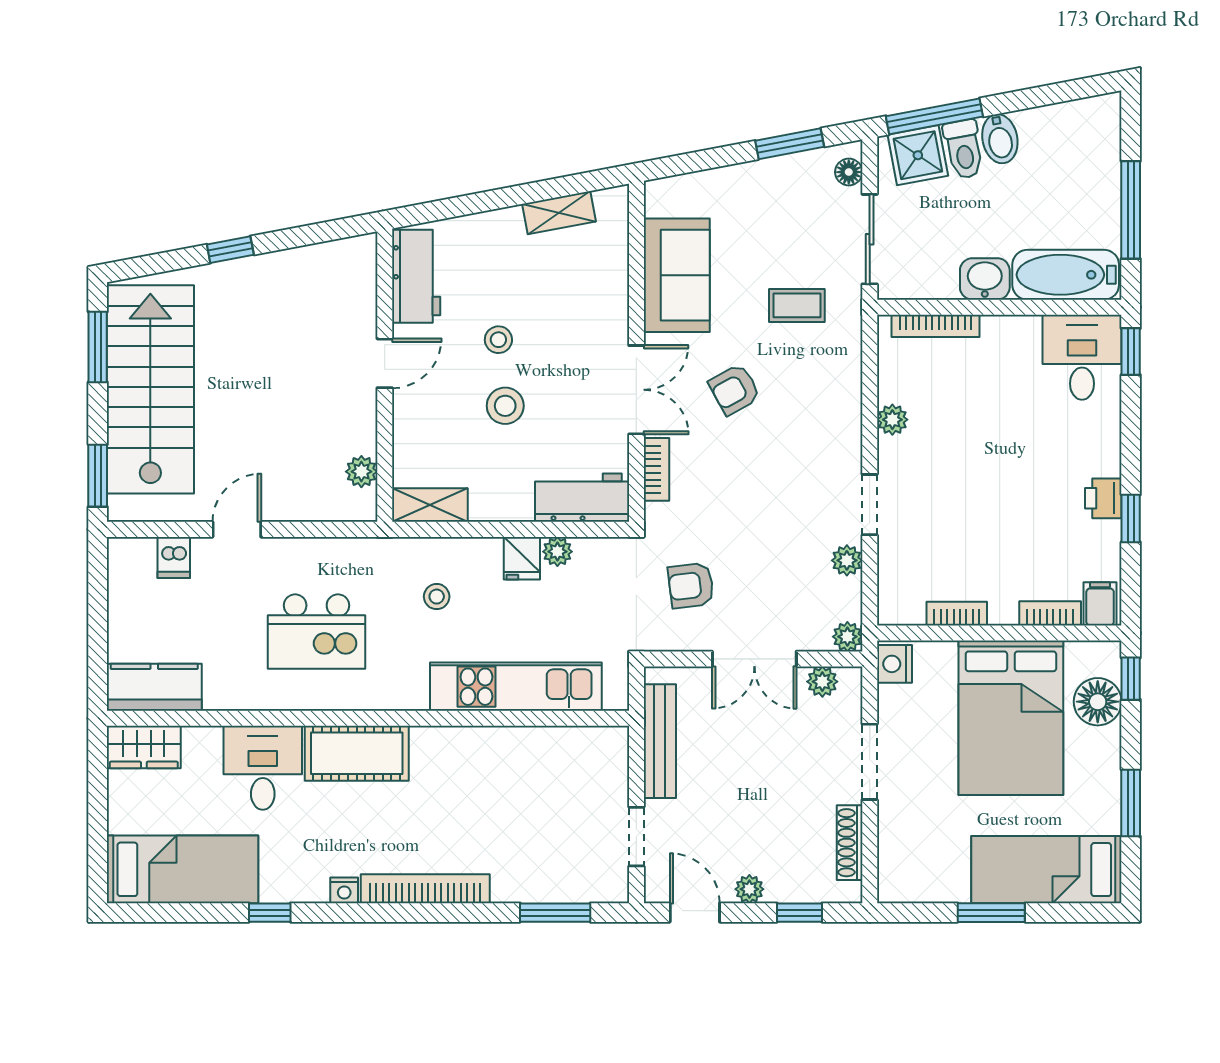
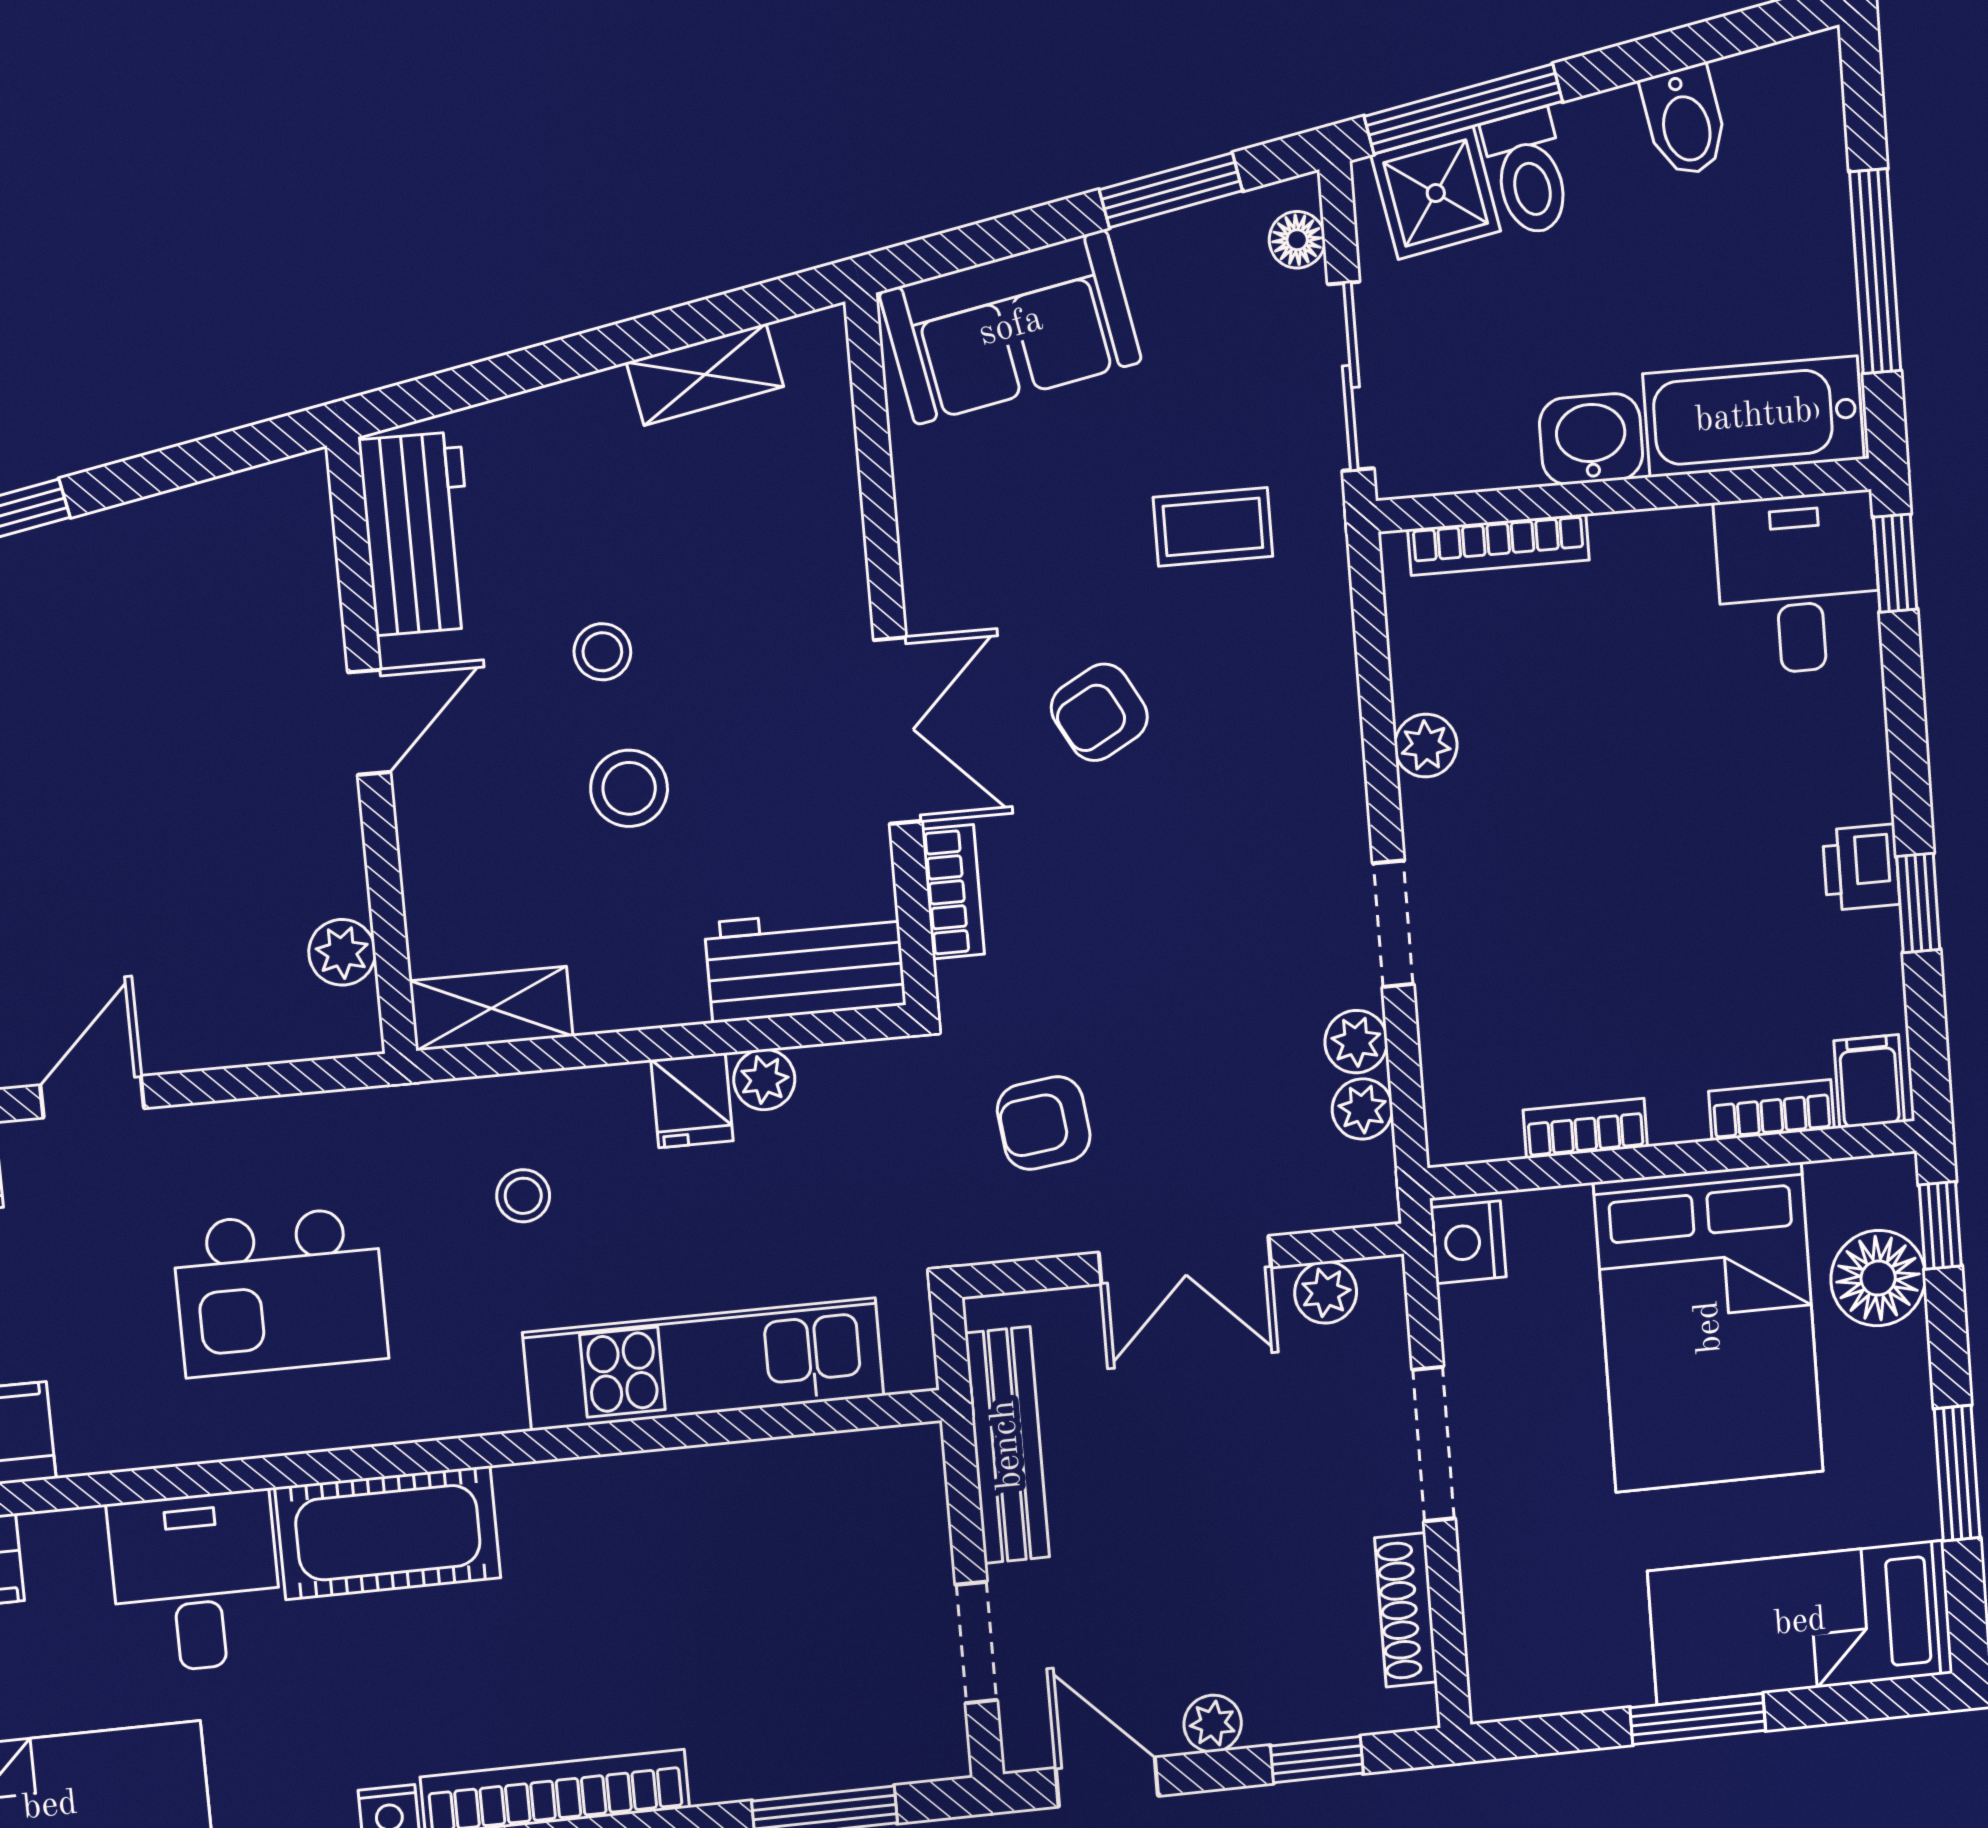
bidet: (1000, 139) -> (1685, 121), moved
sofa: (677, 275) -> (1011, 327), moved, turned 79
plant: (847, 637) -> (1362, 1109), moved

